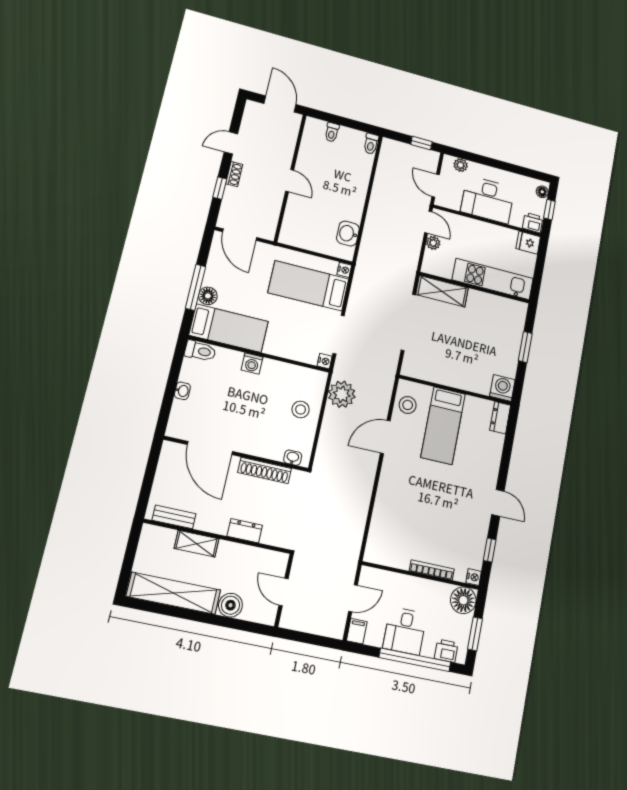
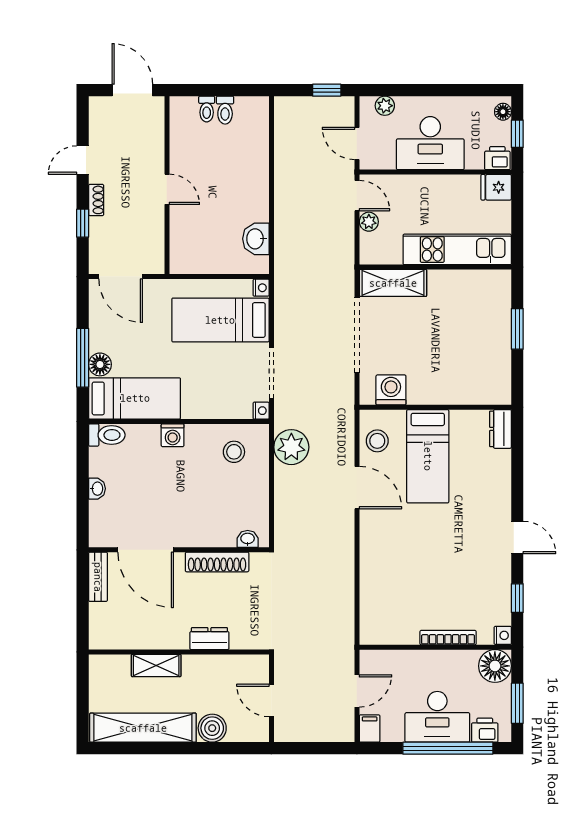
toilet: (371, 144) -> (225, 110), moved
washing machine: (502, 388) -> (391, 390), moved
stool: (301, 409) -> (234, 452), moved
door: (385, 437) -> (357, 488), swing flipped
bench: (174, 517) -> (98, 577), moved, turned 90
desk: (405, 631) -> (437, 717), width x1.37

